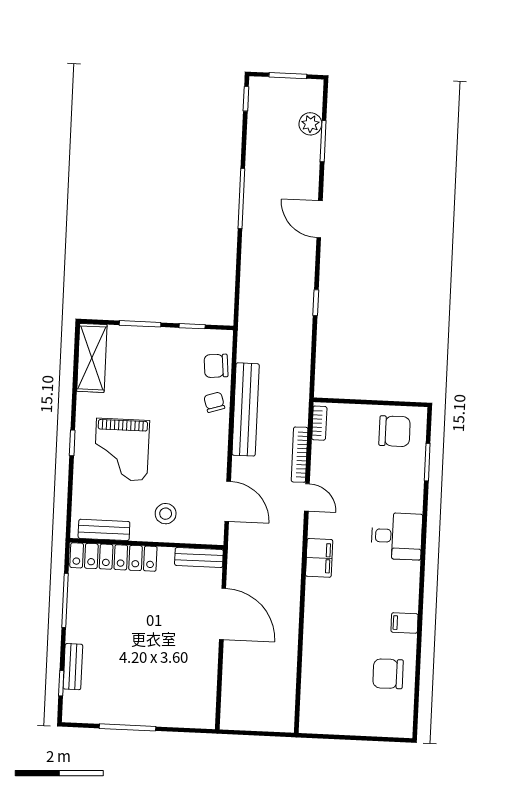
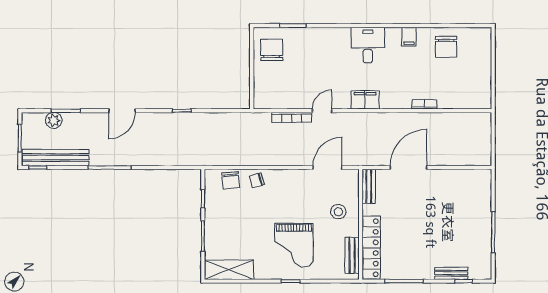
bench: (246, 409) -> (55, 158), moved
bookcase: (319, 423) -> (424, 104), moved
grand piano: (122, 450) -> (294, 245), turned 90
desk: (397, 536) -> (368, 45), moved

